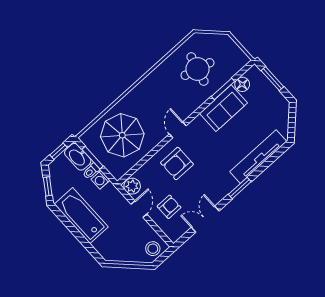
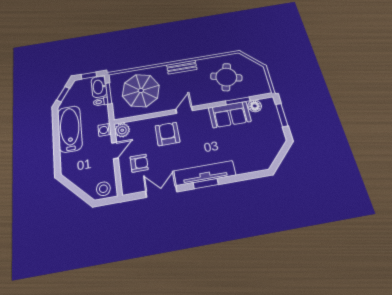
bench: (146, 85) -> (182, 67), added
tv unit: (258, 157) -> (205, 173), moved
armchair: (177, 163) -> (167, 134), turned 90
washing machine: (100, 180) -> (105, 130), moved

